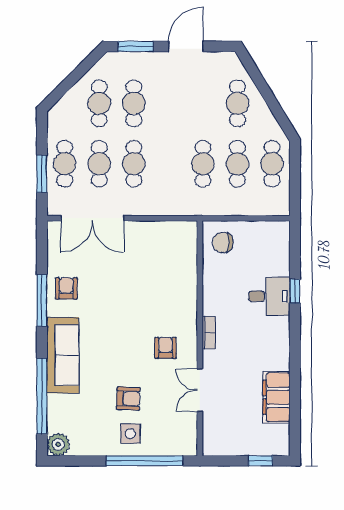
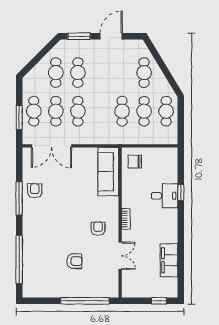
sofa: (63, 355) -> (108, 172), moved, turned 180
double door: (200, 390) -> (120, 256), swing flipped
side table: (130, 434) -> (76, 283), removed
plant: (58, 444) -> (30, 290), removed

